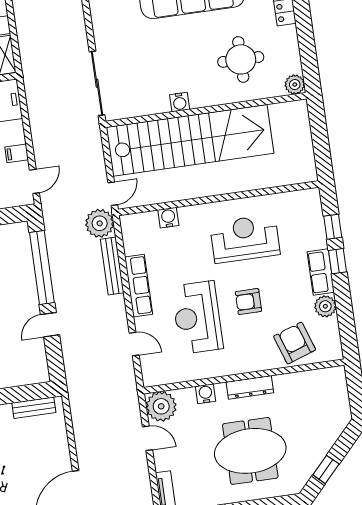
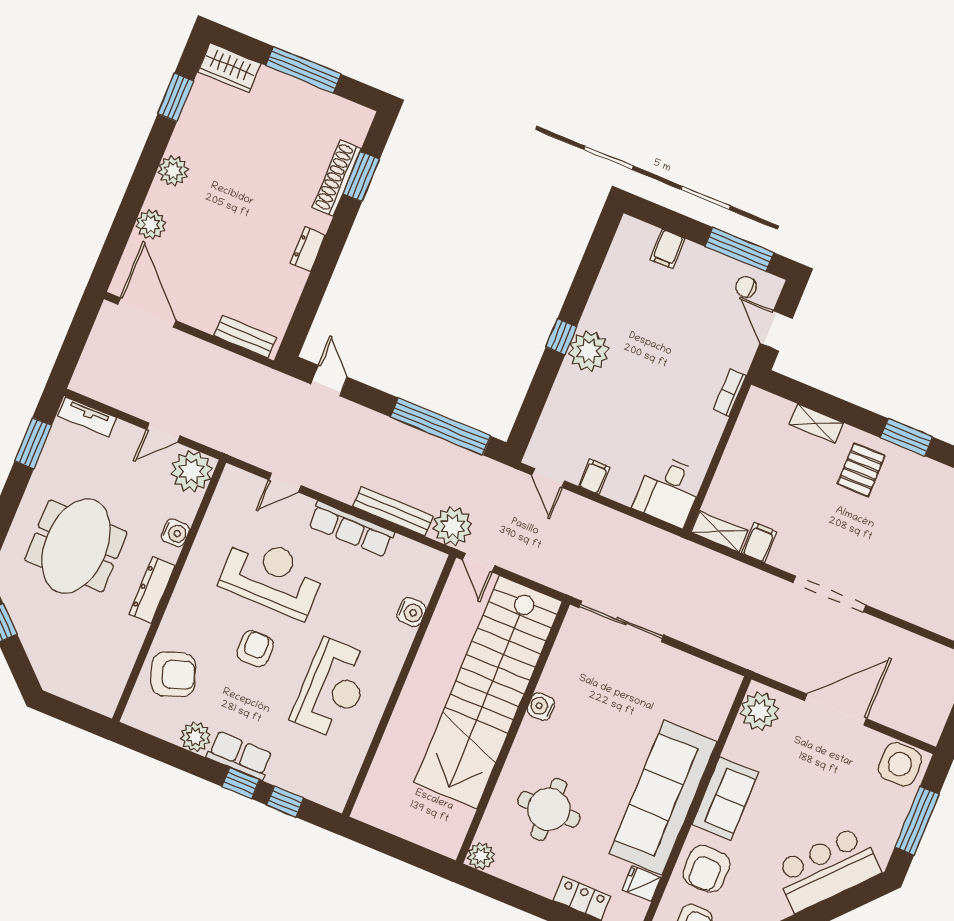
door: (50, 325) -> (329, 380), moved
bench: (34, 408) -> (245, 337), moved, turned 90

